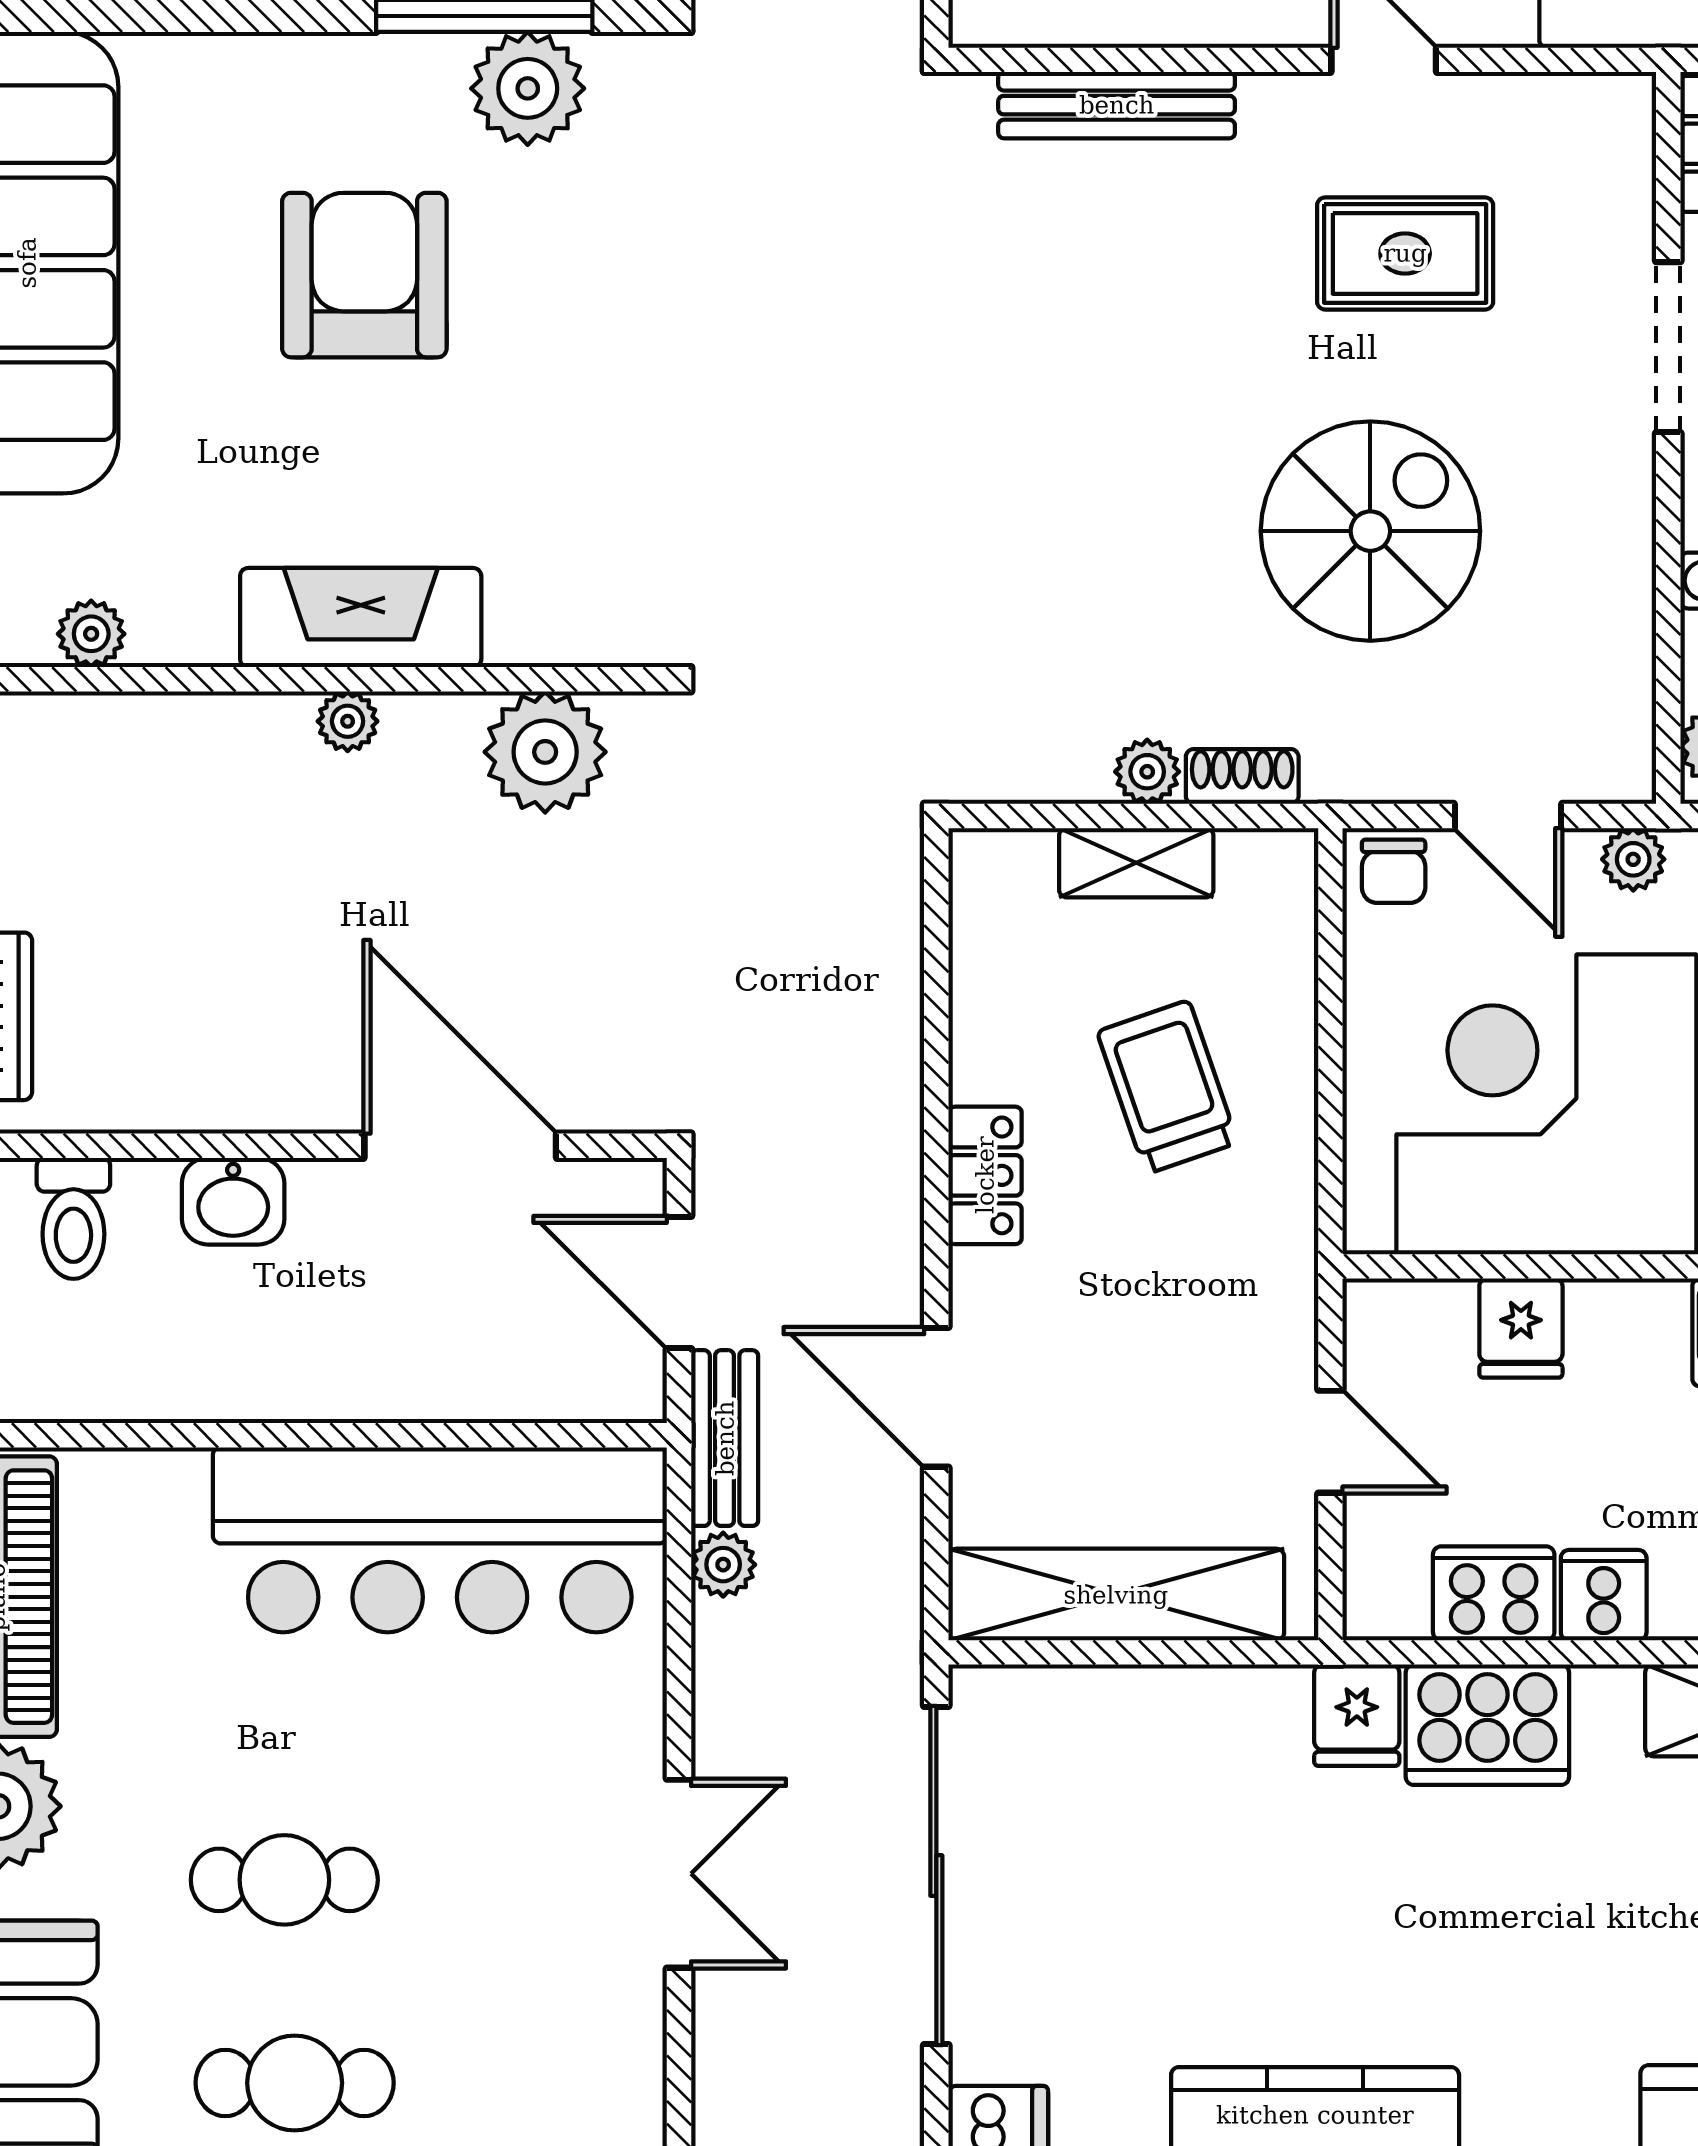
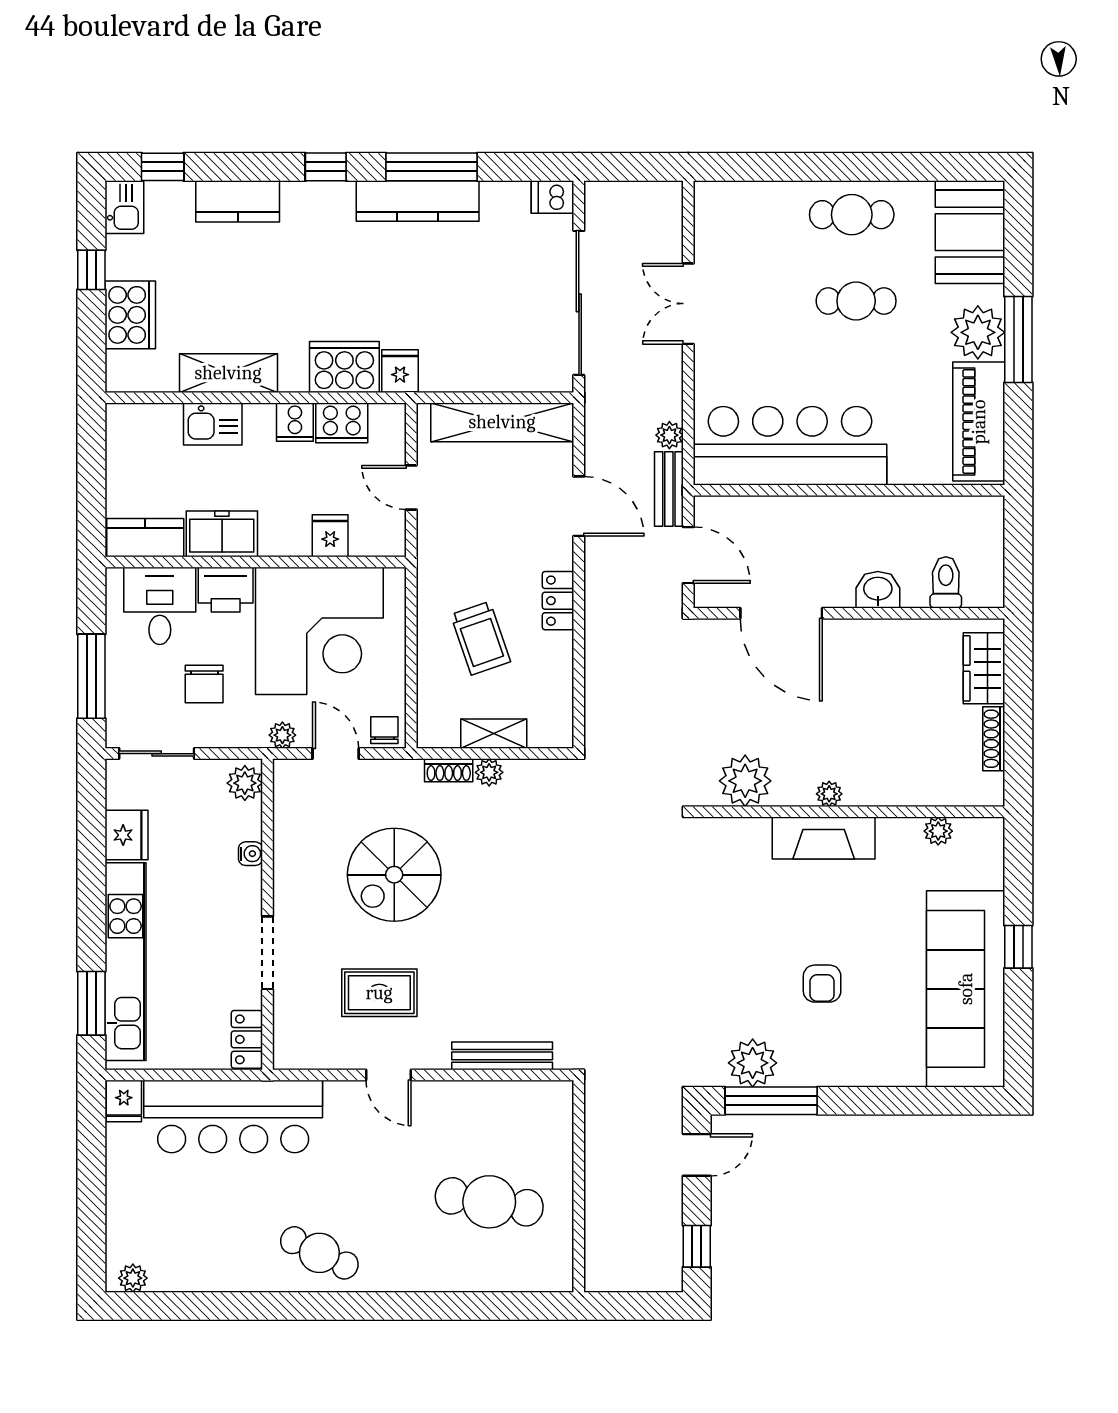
armchair: (364, 275) -> (822, 984), width x0.53, depth x0.53

